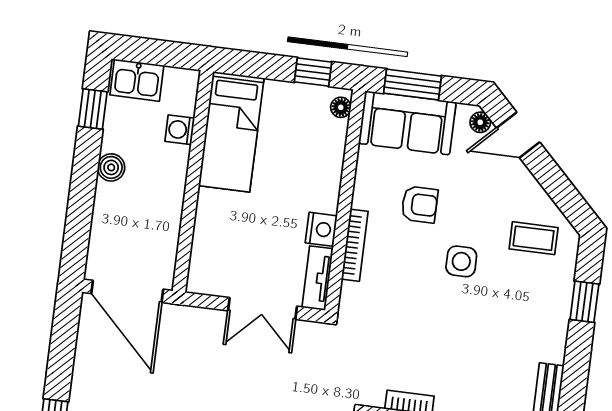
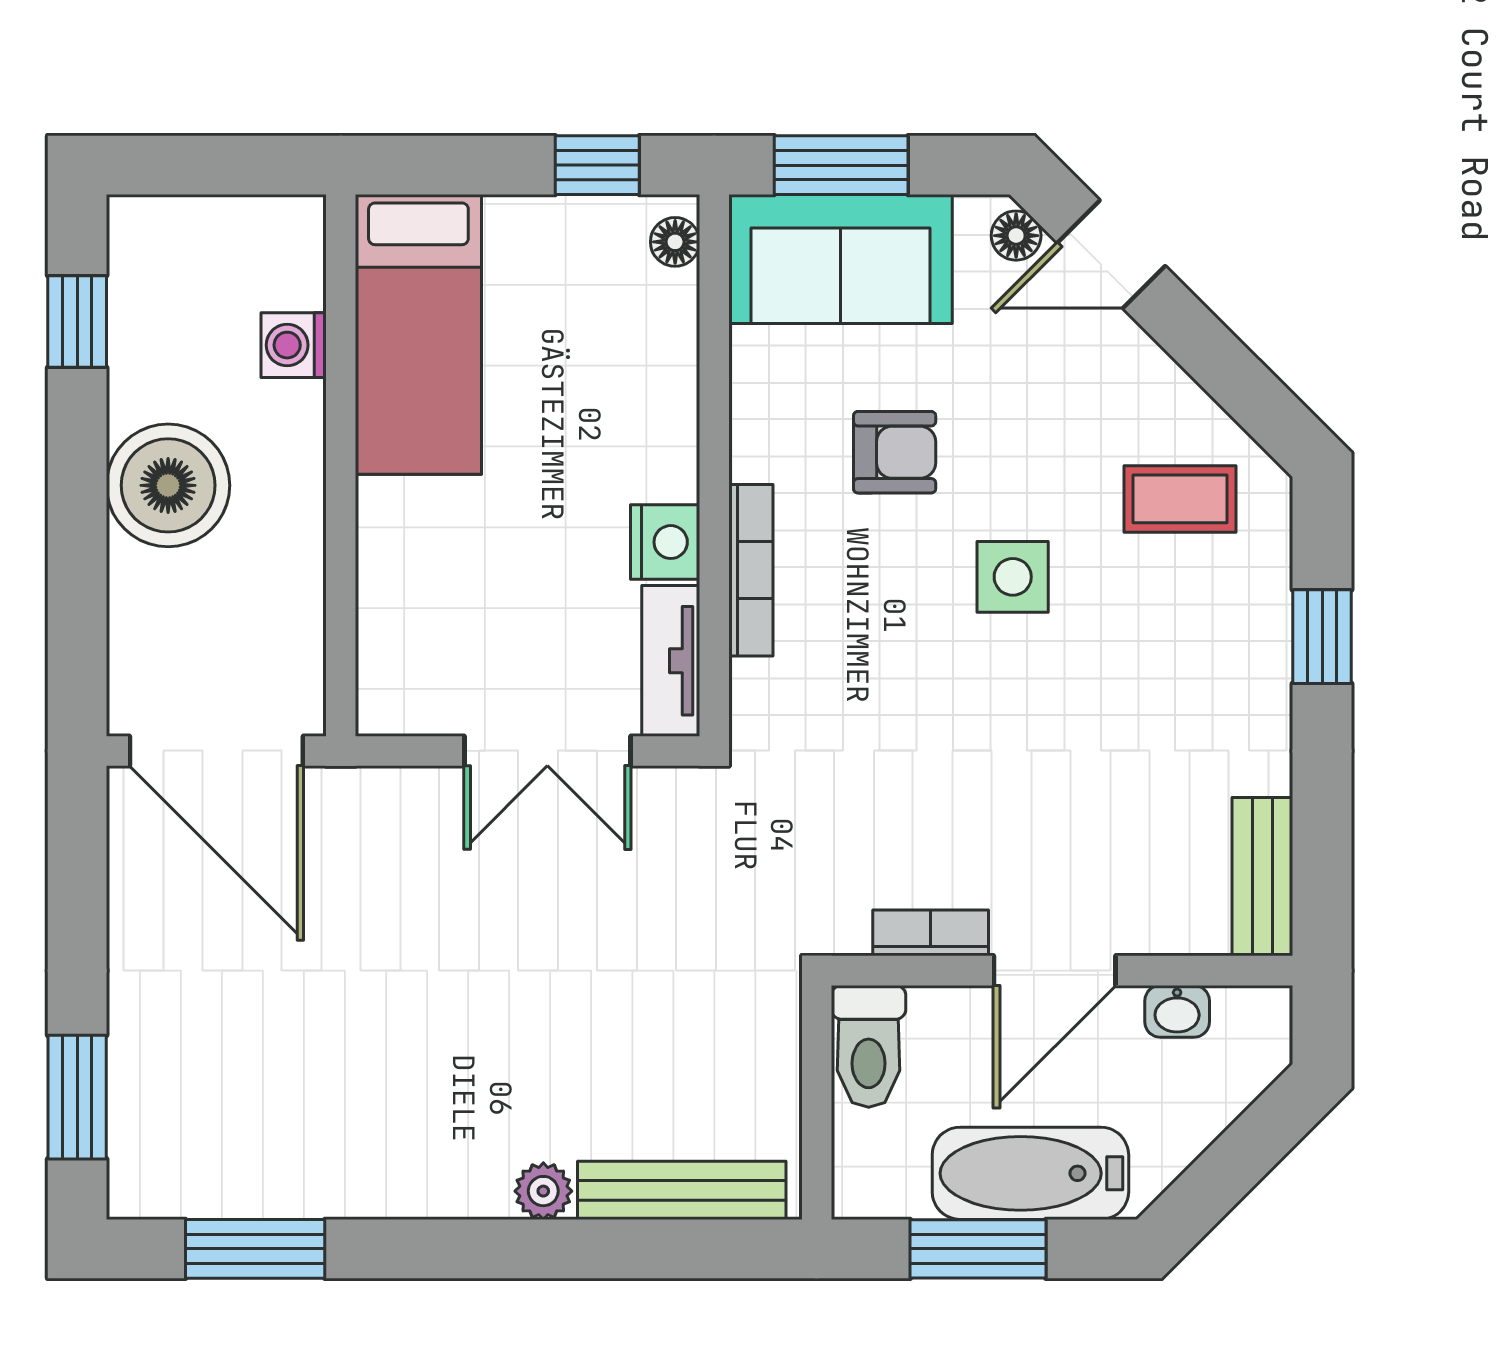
kitchen sink: (137, 80) -> (175, 238), removed
boiler: (111, 167) -> (168, 485), width x1.86, depth x1.86

